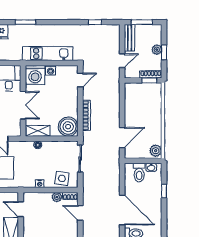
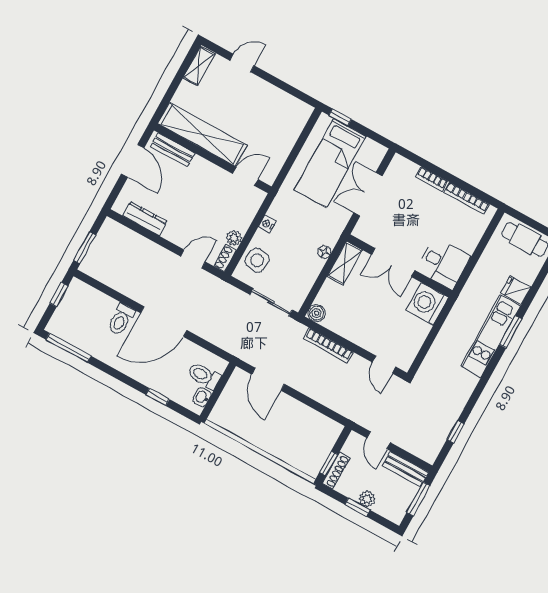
kitchen unit: (48, 54) -> (491, 336), moved, turned 180
washing machine: (51, 70) -> (422, 330), removed
boiler: (68, 127) -> (317, 313), width x0.54, depth x0.54
plant: (156, 151) -> (222, 417), removed

